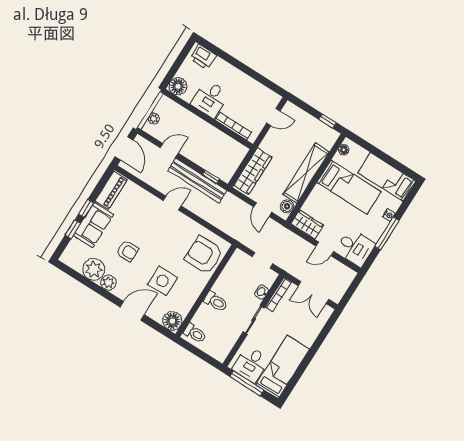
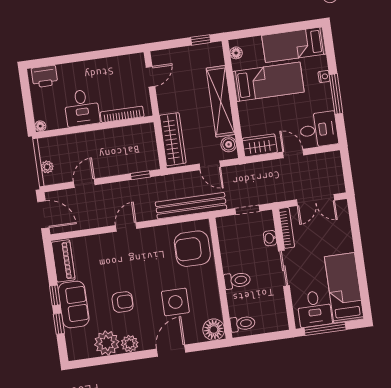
floor lamp: (178, 86) -> (40, 126), width x0.53, depth x0.53
bench: (197, 181) -> (191, 206), moved
door: (325, 249) -> (293, 154), swing flipped

